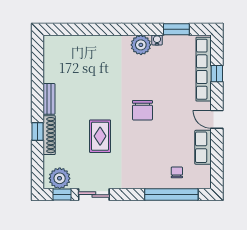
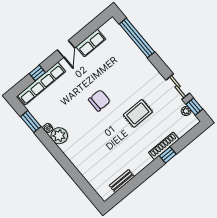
bench: (49, 99) -> (122, 181), moved
chair: (177, 172) -> (120, 46), removed
plant: (60, 178) -> (186, 111), width x0.53, depth x0.53

